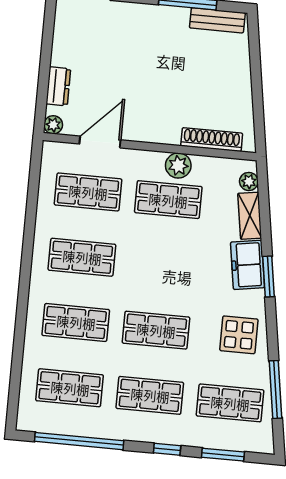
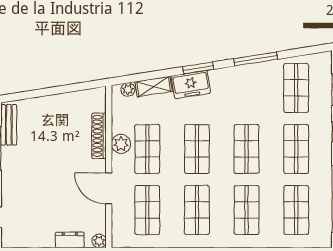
shoe rack: (212, 140) -> (99, 136), moved
door: (100, 142) -> (109, 188), moved
shop shelf: (162, 265) -> (197, 149), added
display table: (239, 335) -> (244, 86), removed
window: (276, 389) -> (256, 59), moved

